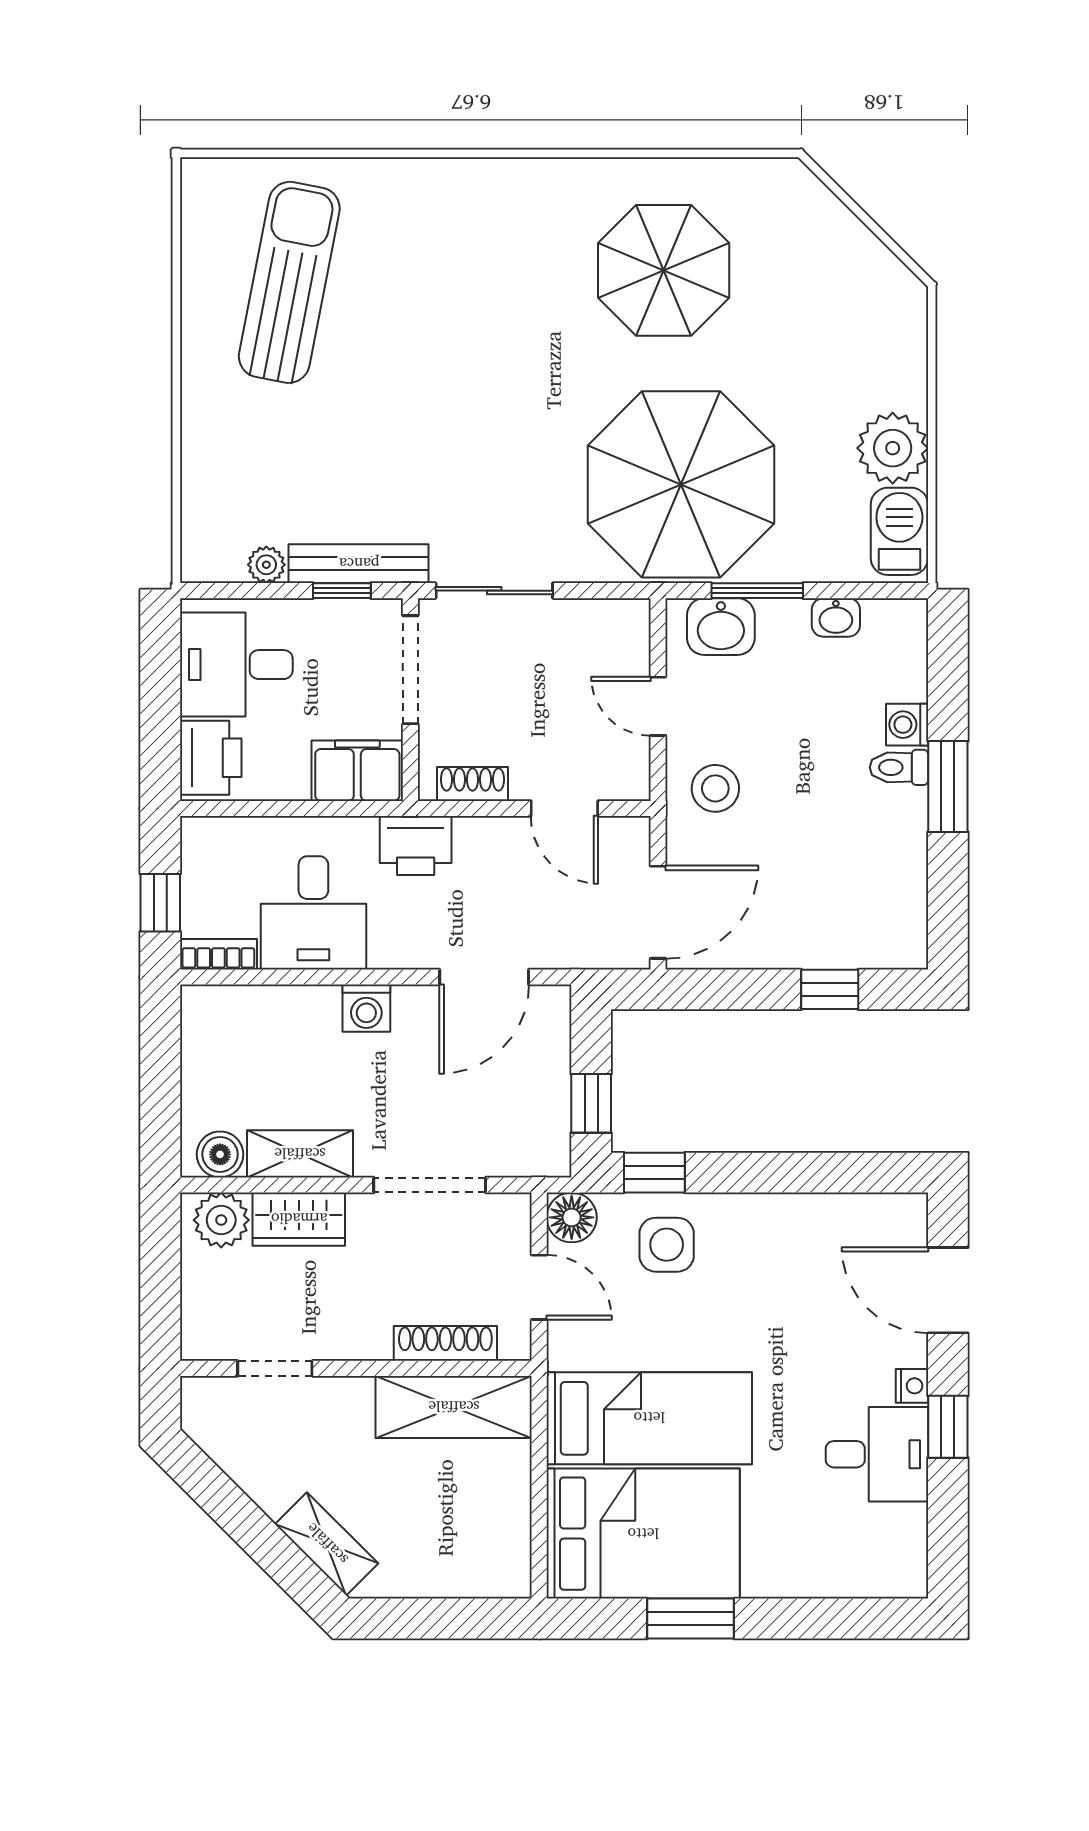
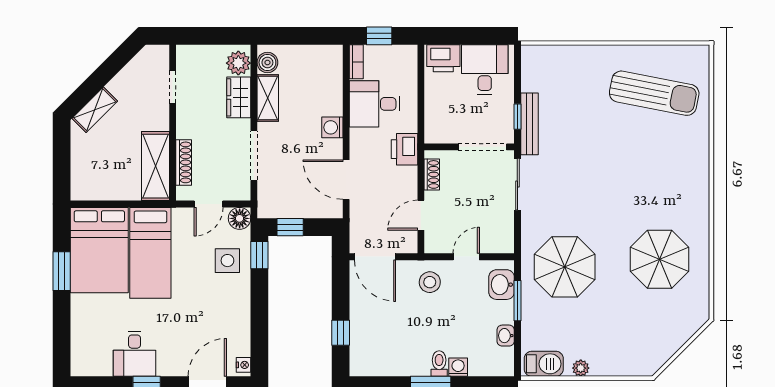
plant: (893, 448) -> (581, 368), width x0.53, depth x0.53
parasol: (681, 484) -> (565, 267), width x0.73, depth x0.73
plant: (266, 565) -> (529, 83), removed
filing cabinet: (357, 771) -> (438, 123), removed
nightstand: (912, 1386) -> (243, 365), moved, turned -90

